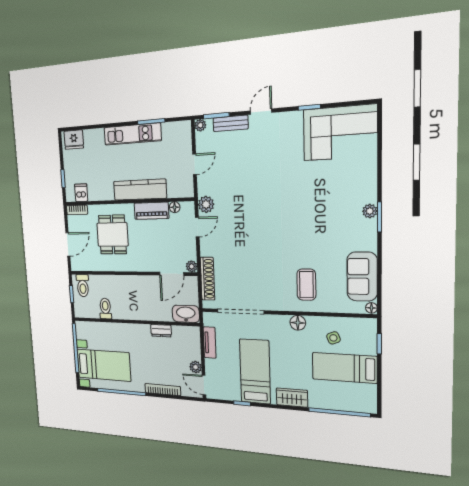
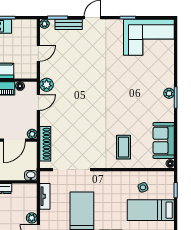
washbasin: (186, 314) -> (31, 175), width x0.52, depth x0.69
floor lamp: (298, 323) -> (117, 177), removed

